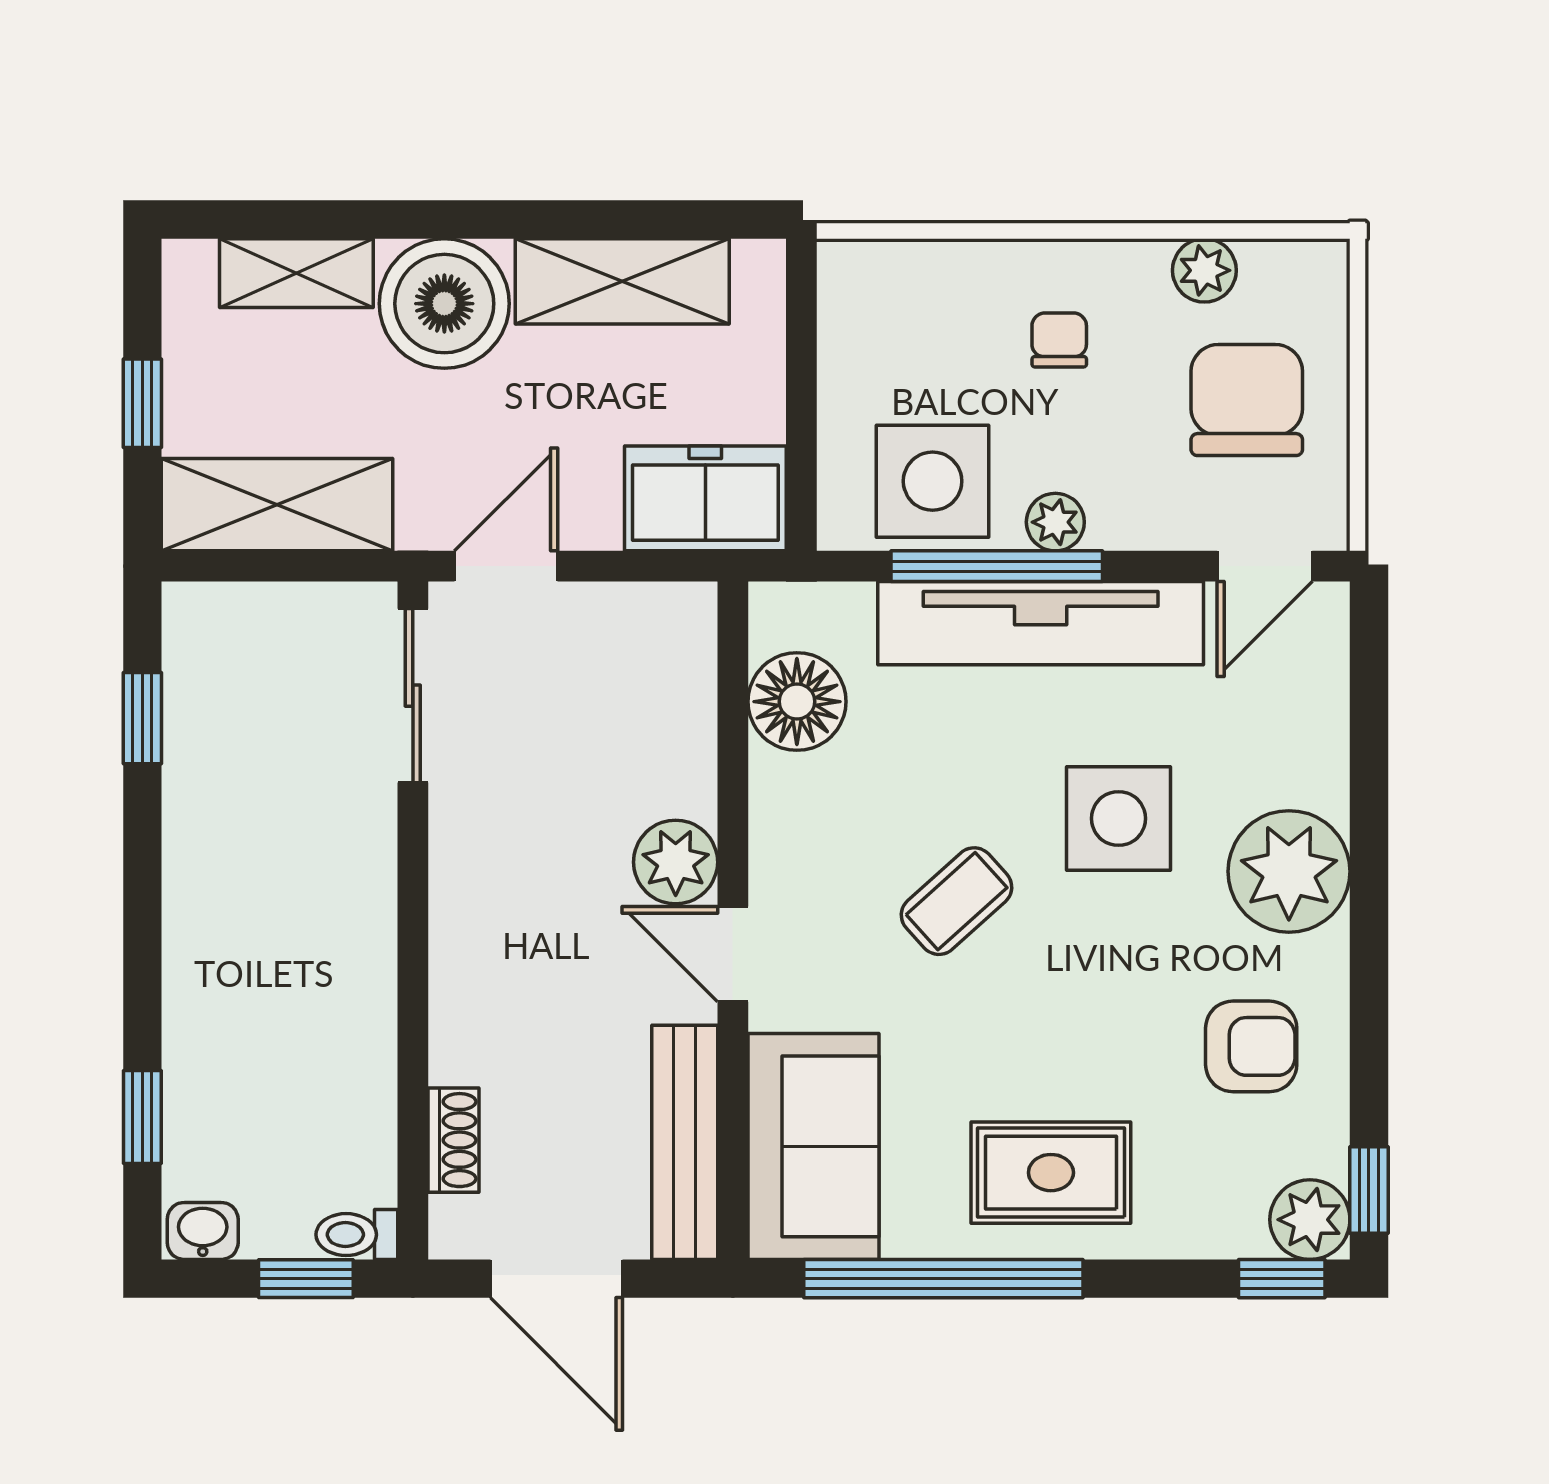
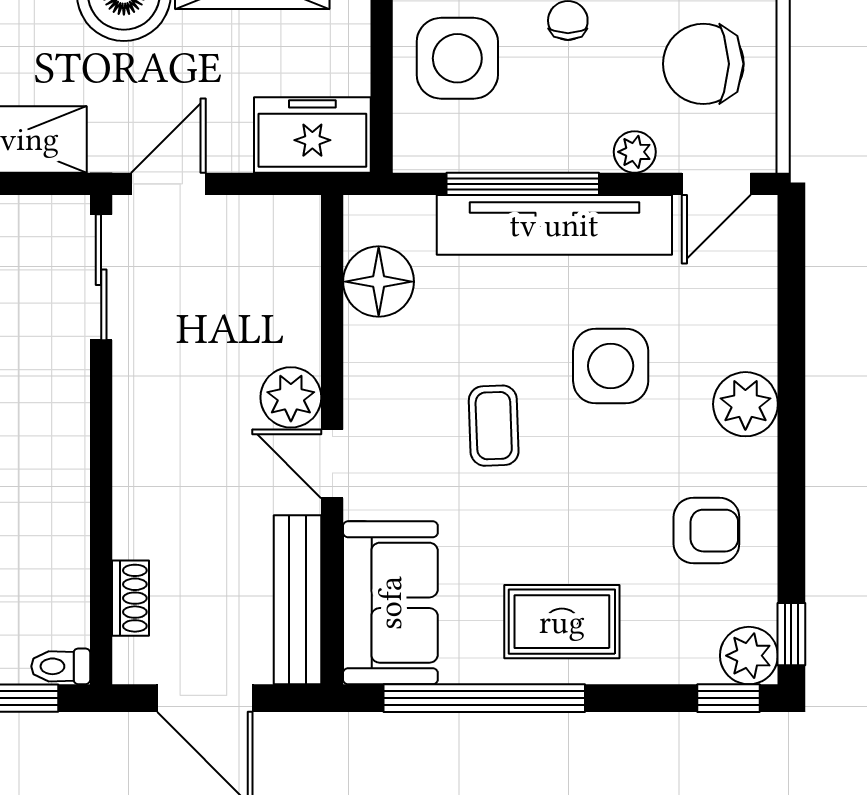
chair: (1247, 400) -> (703, 64), turned -90
side table: (933, 481) -> (457, 58), moved
plant: (1055, 522) -> (635, 152), moved
plant: (1289, 871) -> (745, 404), width x0.73, depth x0.73
coffee table: (957, 901) -> (494, 426), turned -50

